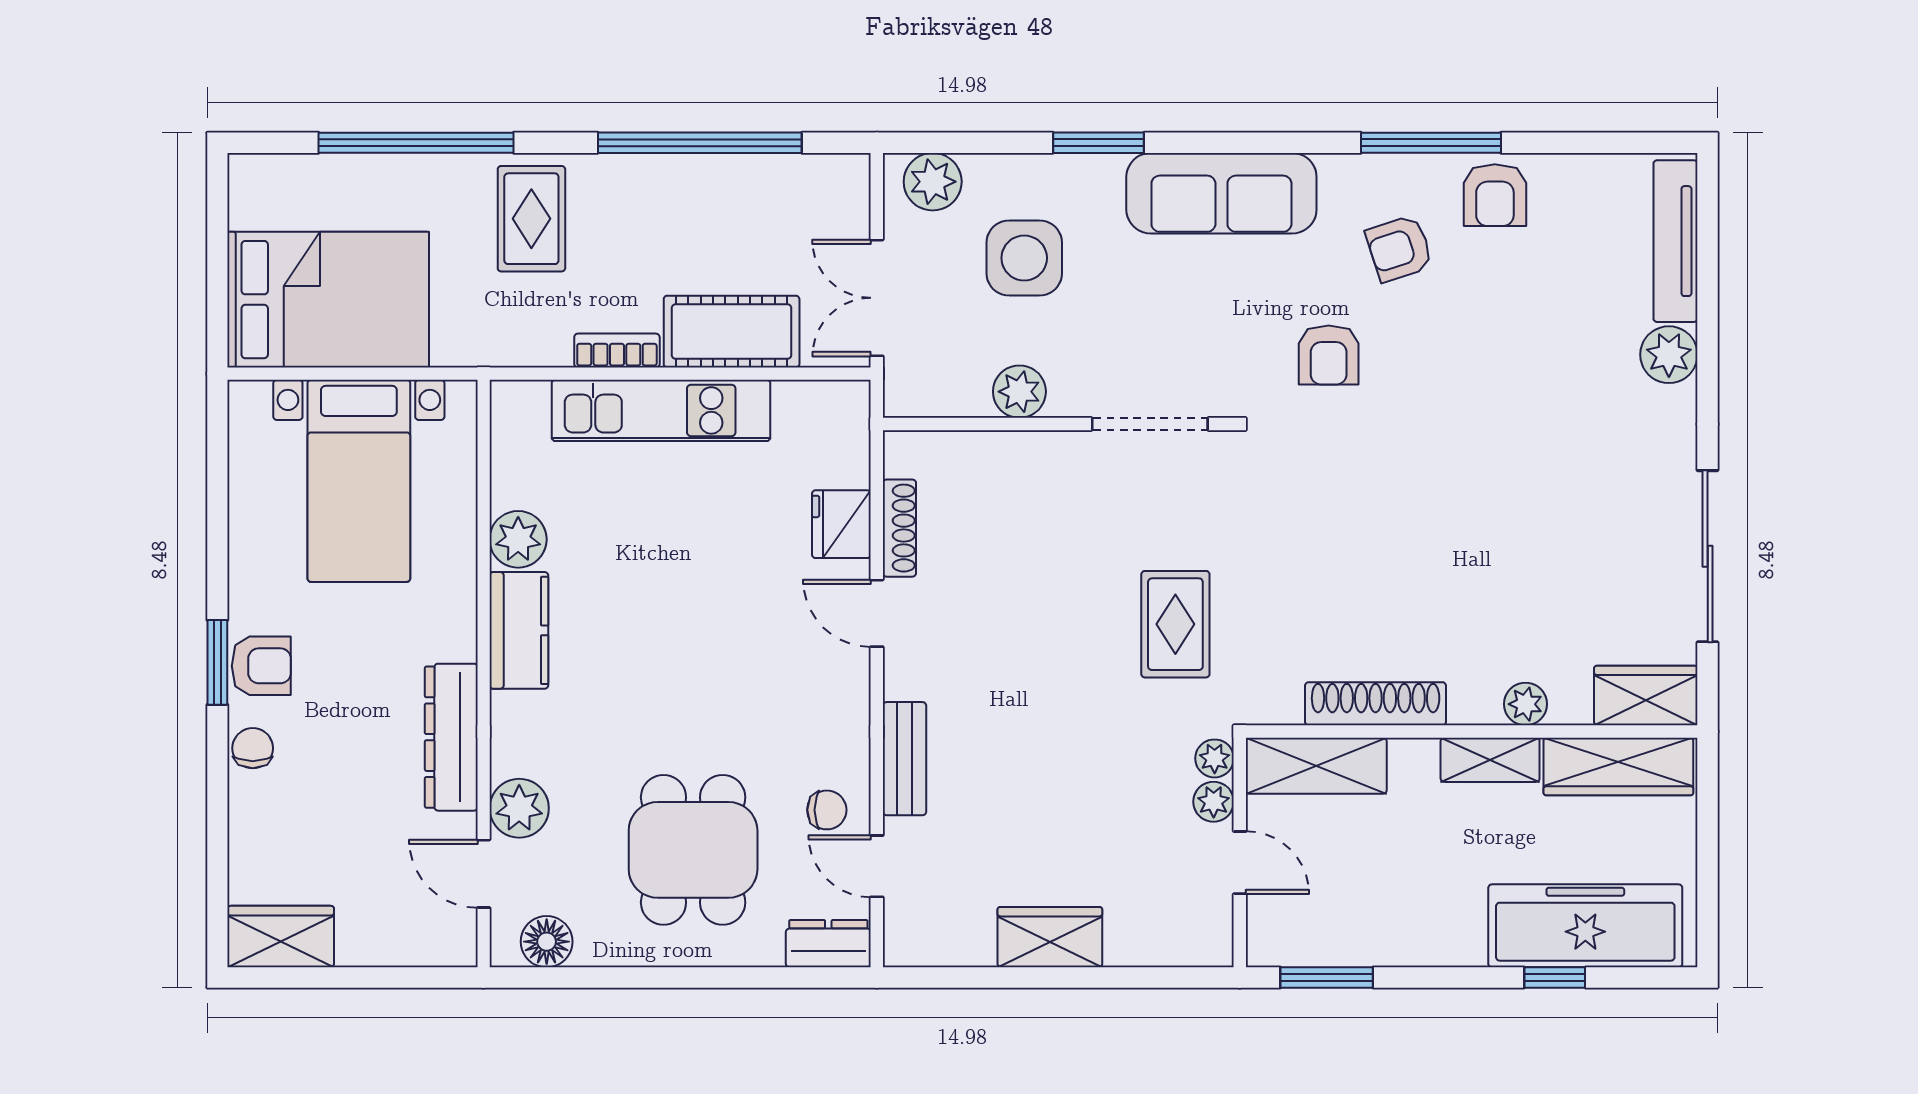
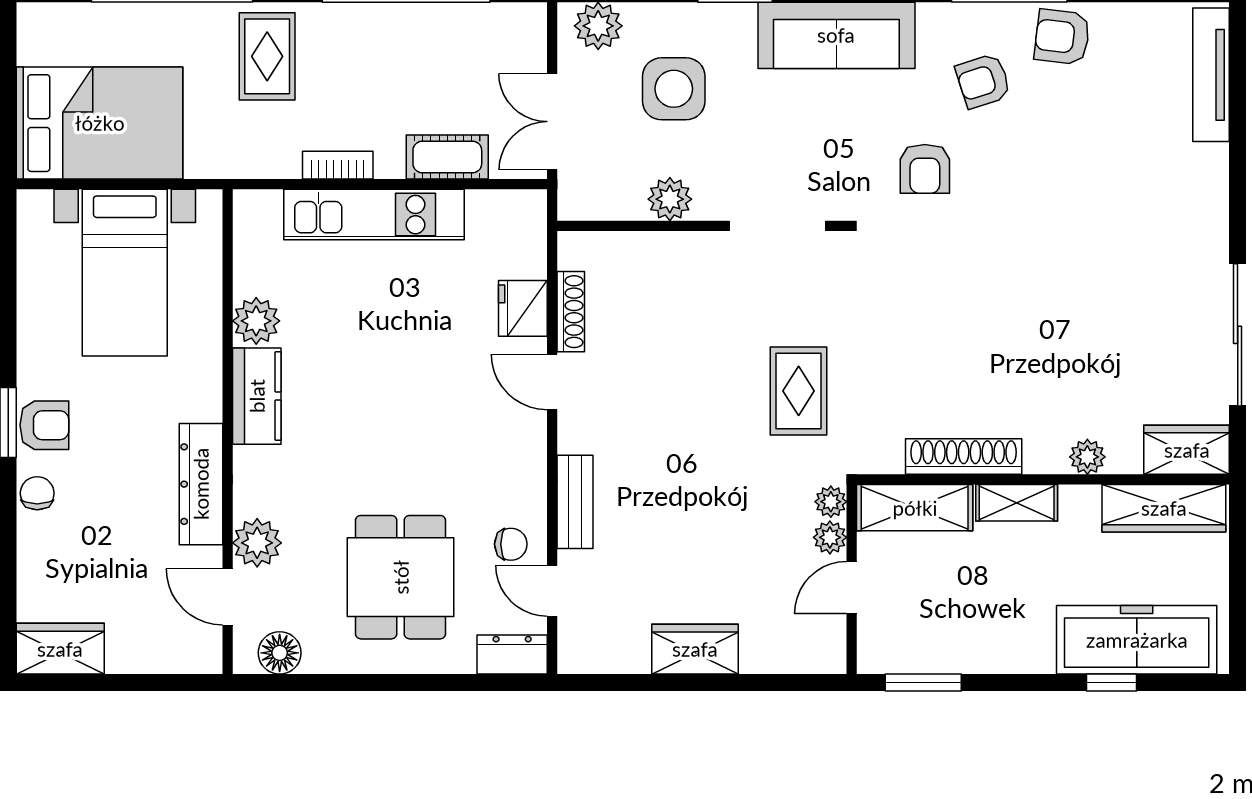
armchair: (1495, 195) -> (1062, 37), turned 97
cot: (732, 332) -> (447, 157), width x0.73, depth x0.75
plant: (1669, 355) -> (1206, 169), removed
shelving: (1490, 760) -> (1017, 503), moved
door: (1240, 863) -> (852, 588), swing flipped

